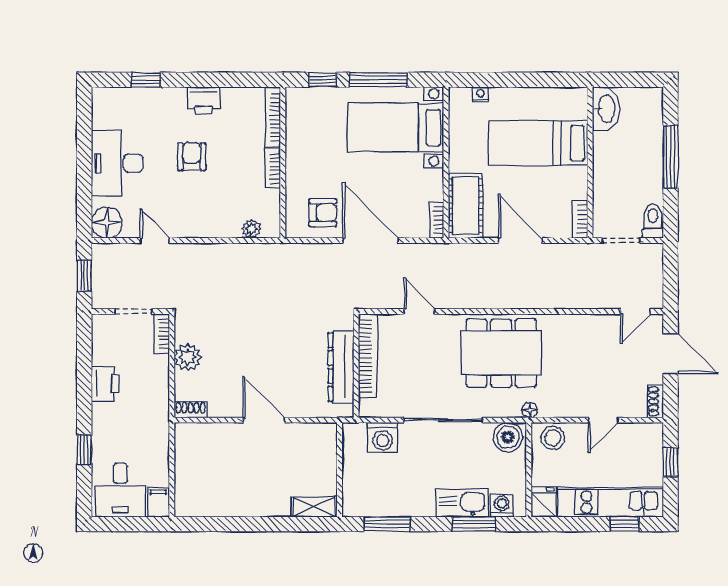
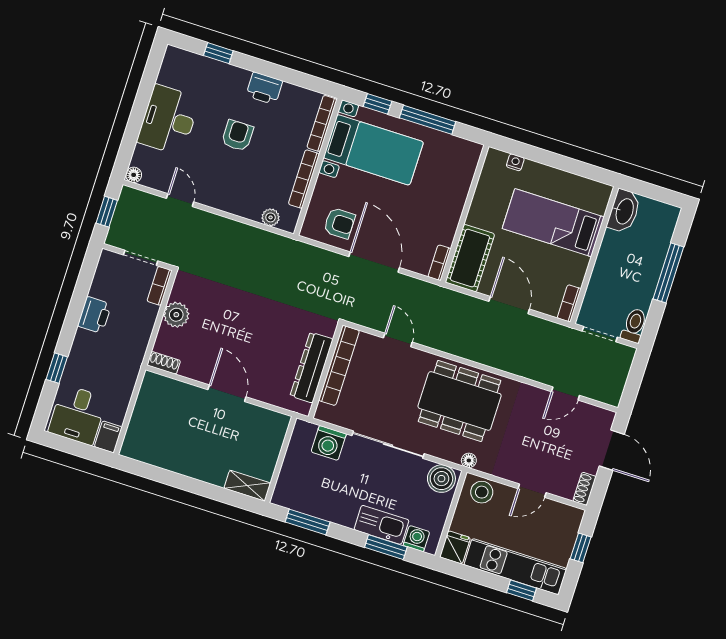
bed with nightstands: (395, 127) -> (373, 150), moved, turned 180
bookcase: (273, 168) -> (304, 179), width x1.56
floor lamp: (107, 223) -> (134, 175), width x0.53, depth x0.53
door: (635, 311) -> (565, 393), moved

